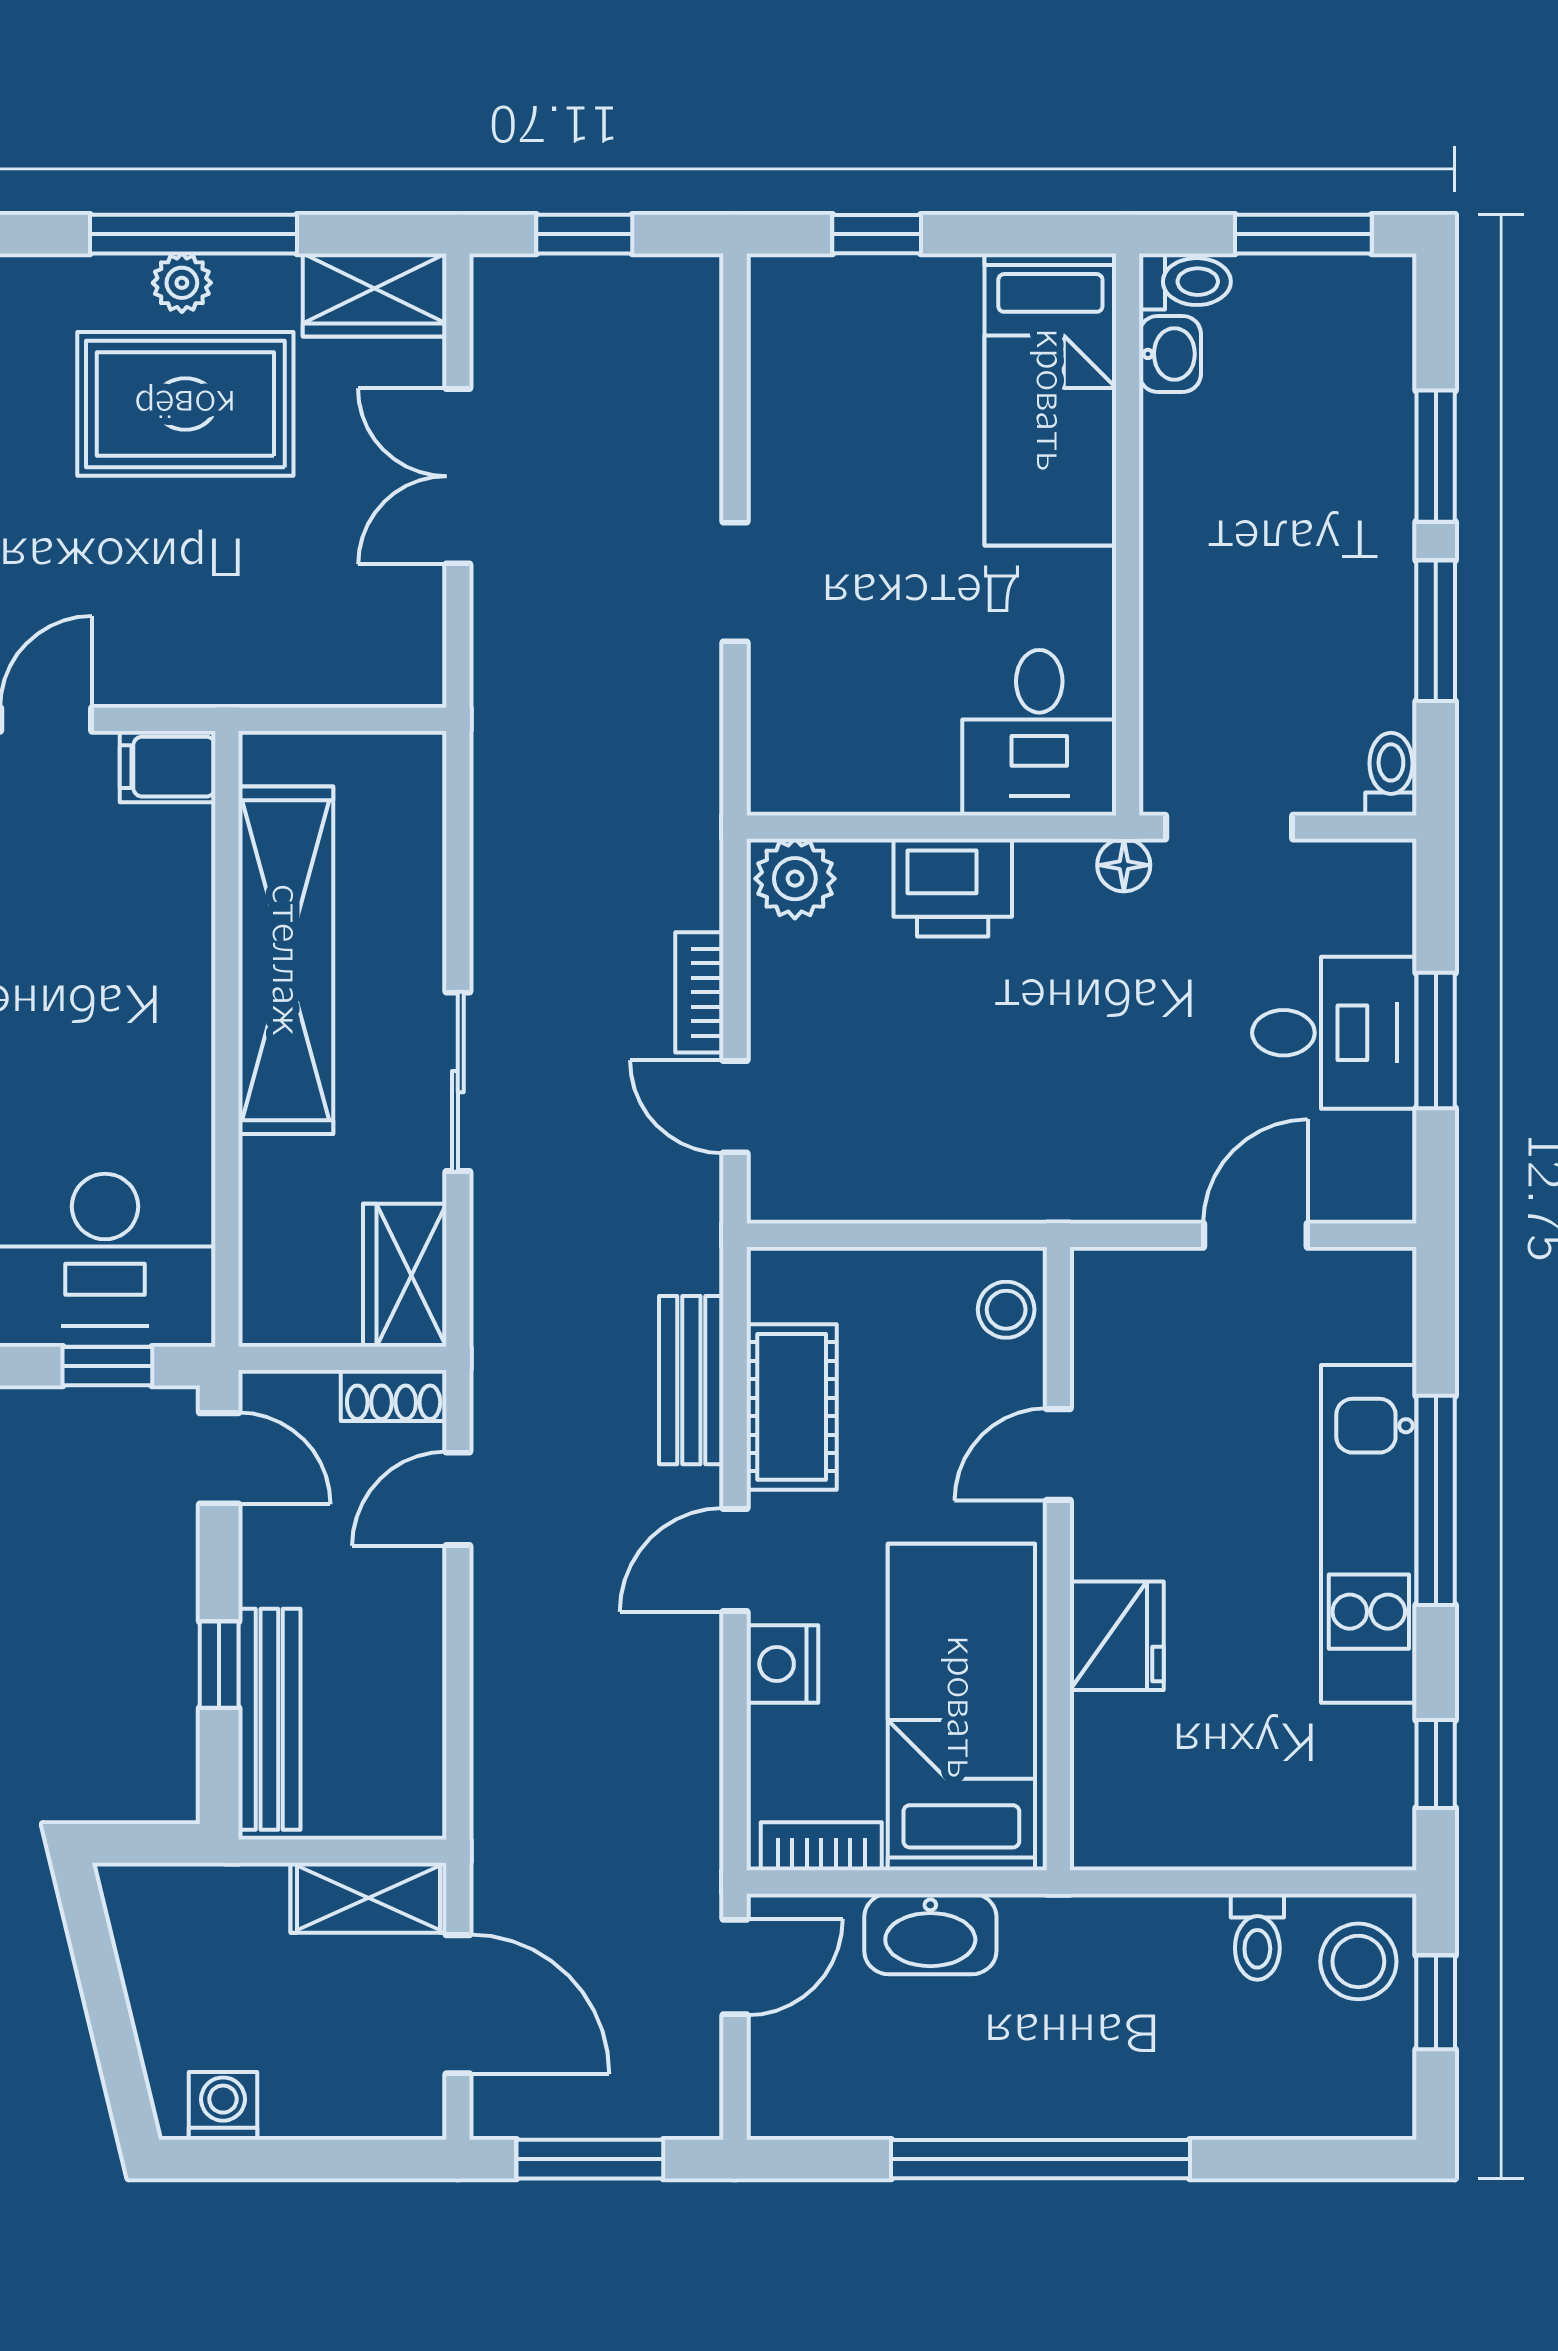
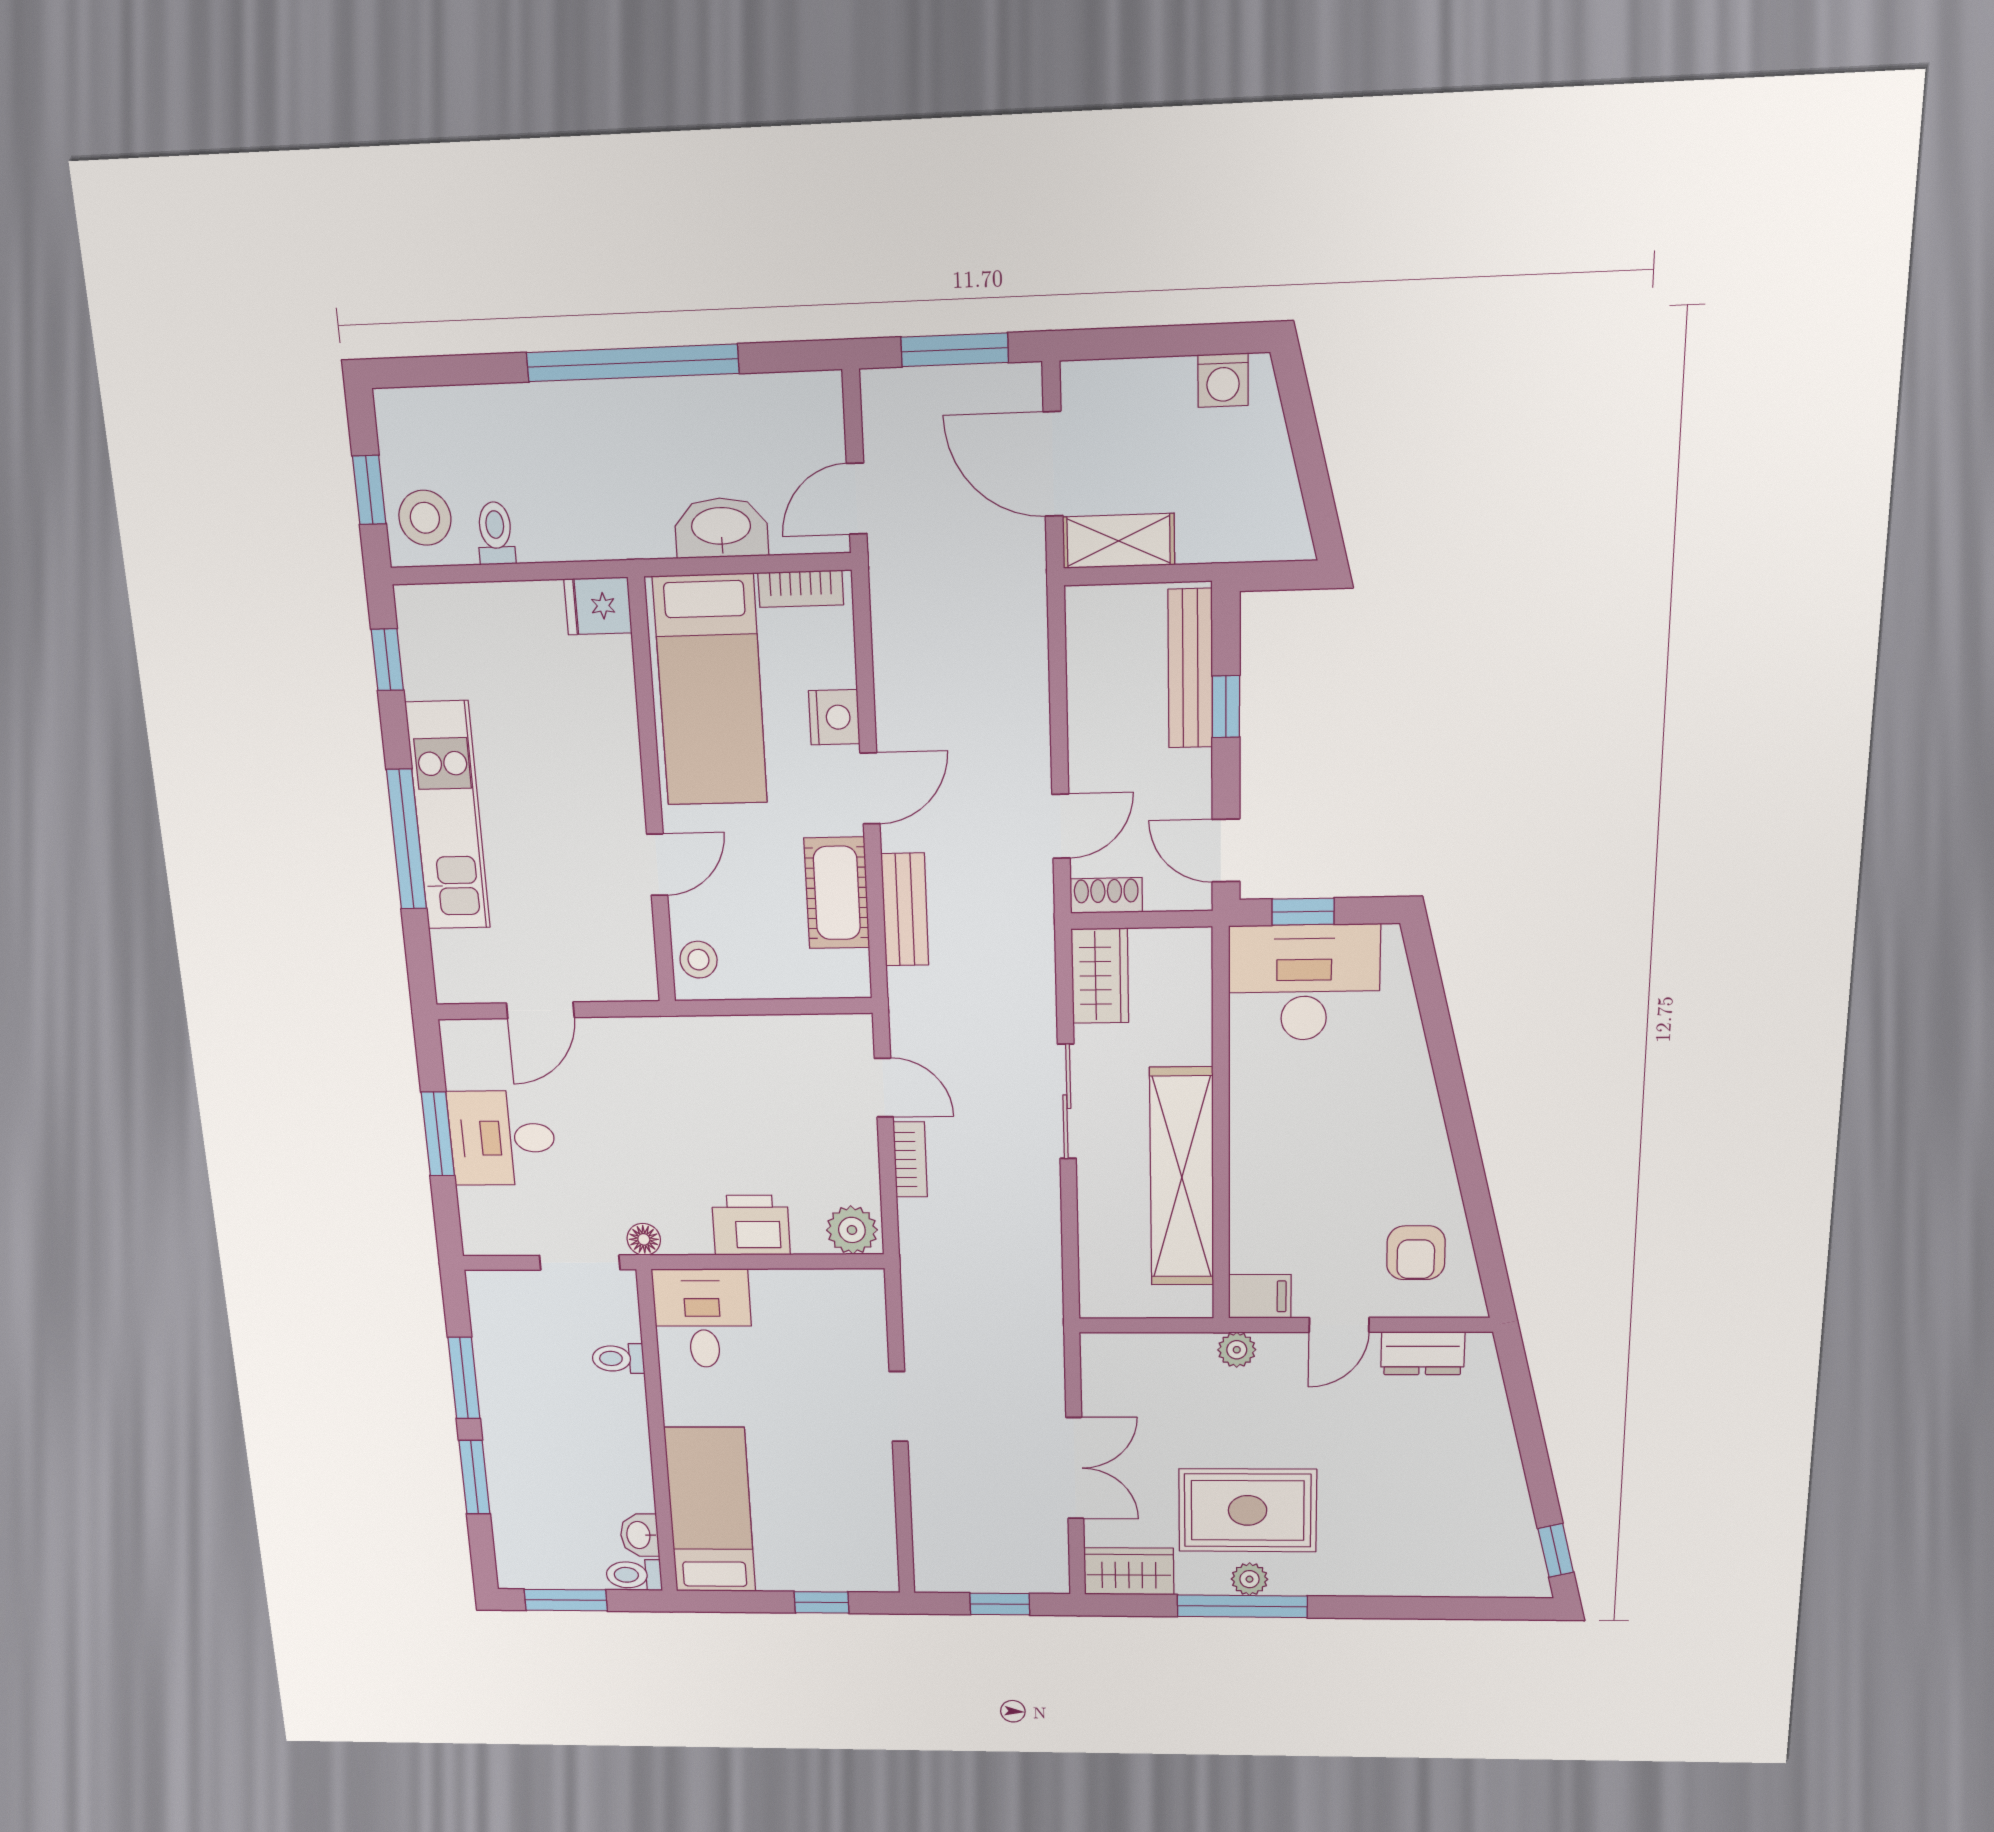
plant: (203, 678) -> (1237, 1350), added
toilet: (1391, 774) -> (618, 1358), moved, turned 90
fridge: (1117, 1636) -> (598, 606), moved, width x0.72

